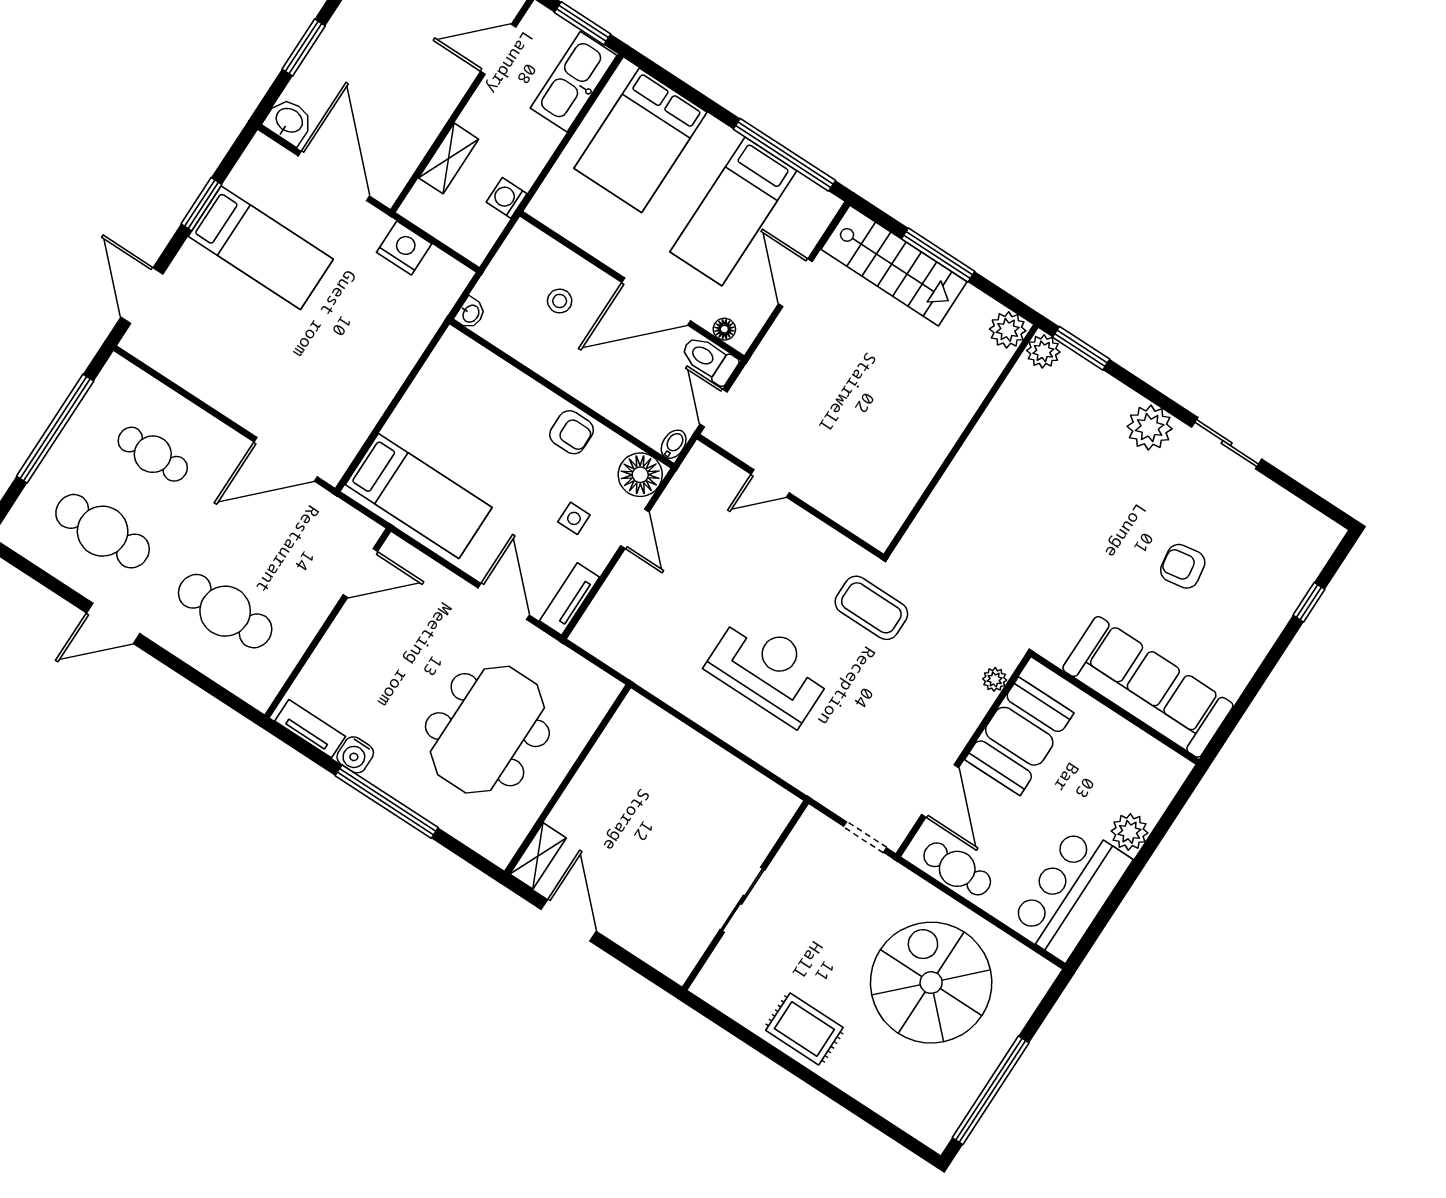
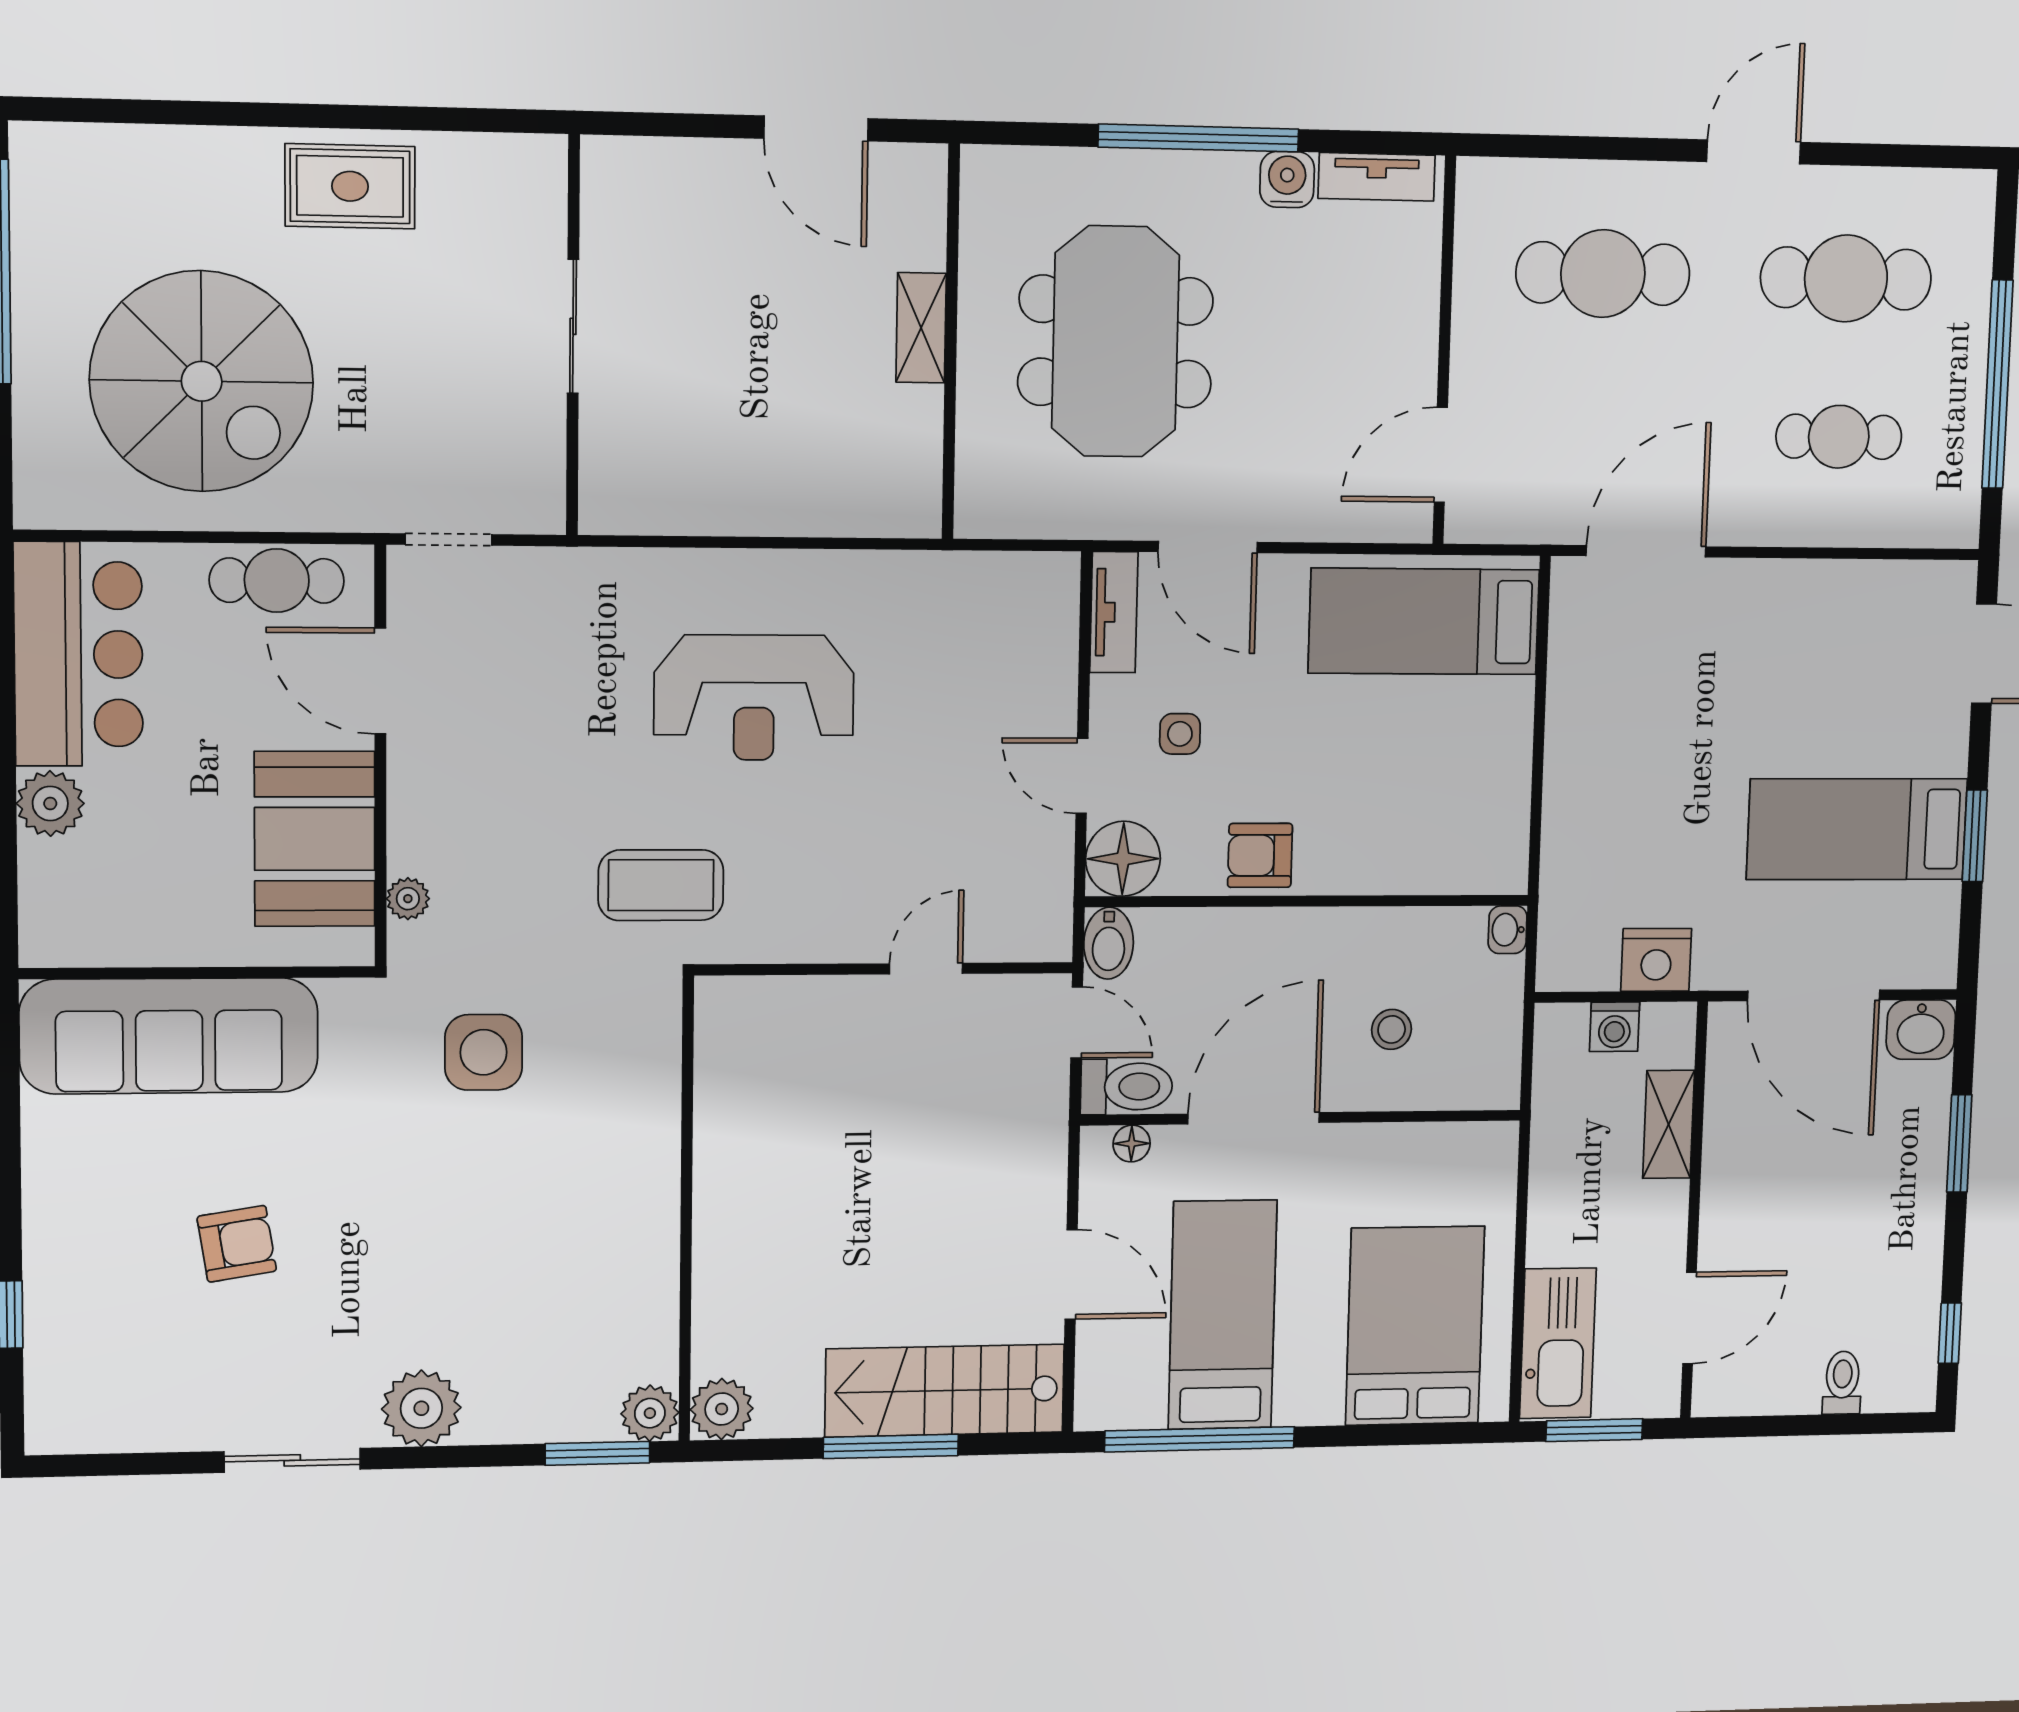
washing machine: (507, 198) -> (1615, 1027), moved, turned 90
bidet: (674, 444) -> (1109, 943), width x1.38, depth x1.36
side table: (1007, 582) -> (484, 1052), added
shelving: (538, 856) -> (921, 328), moved

